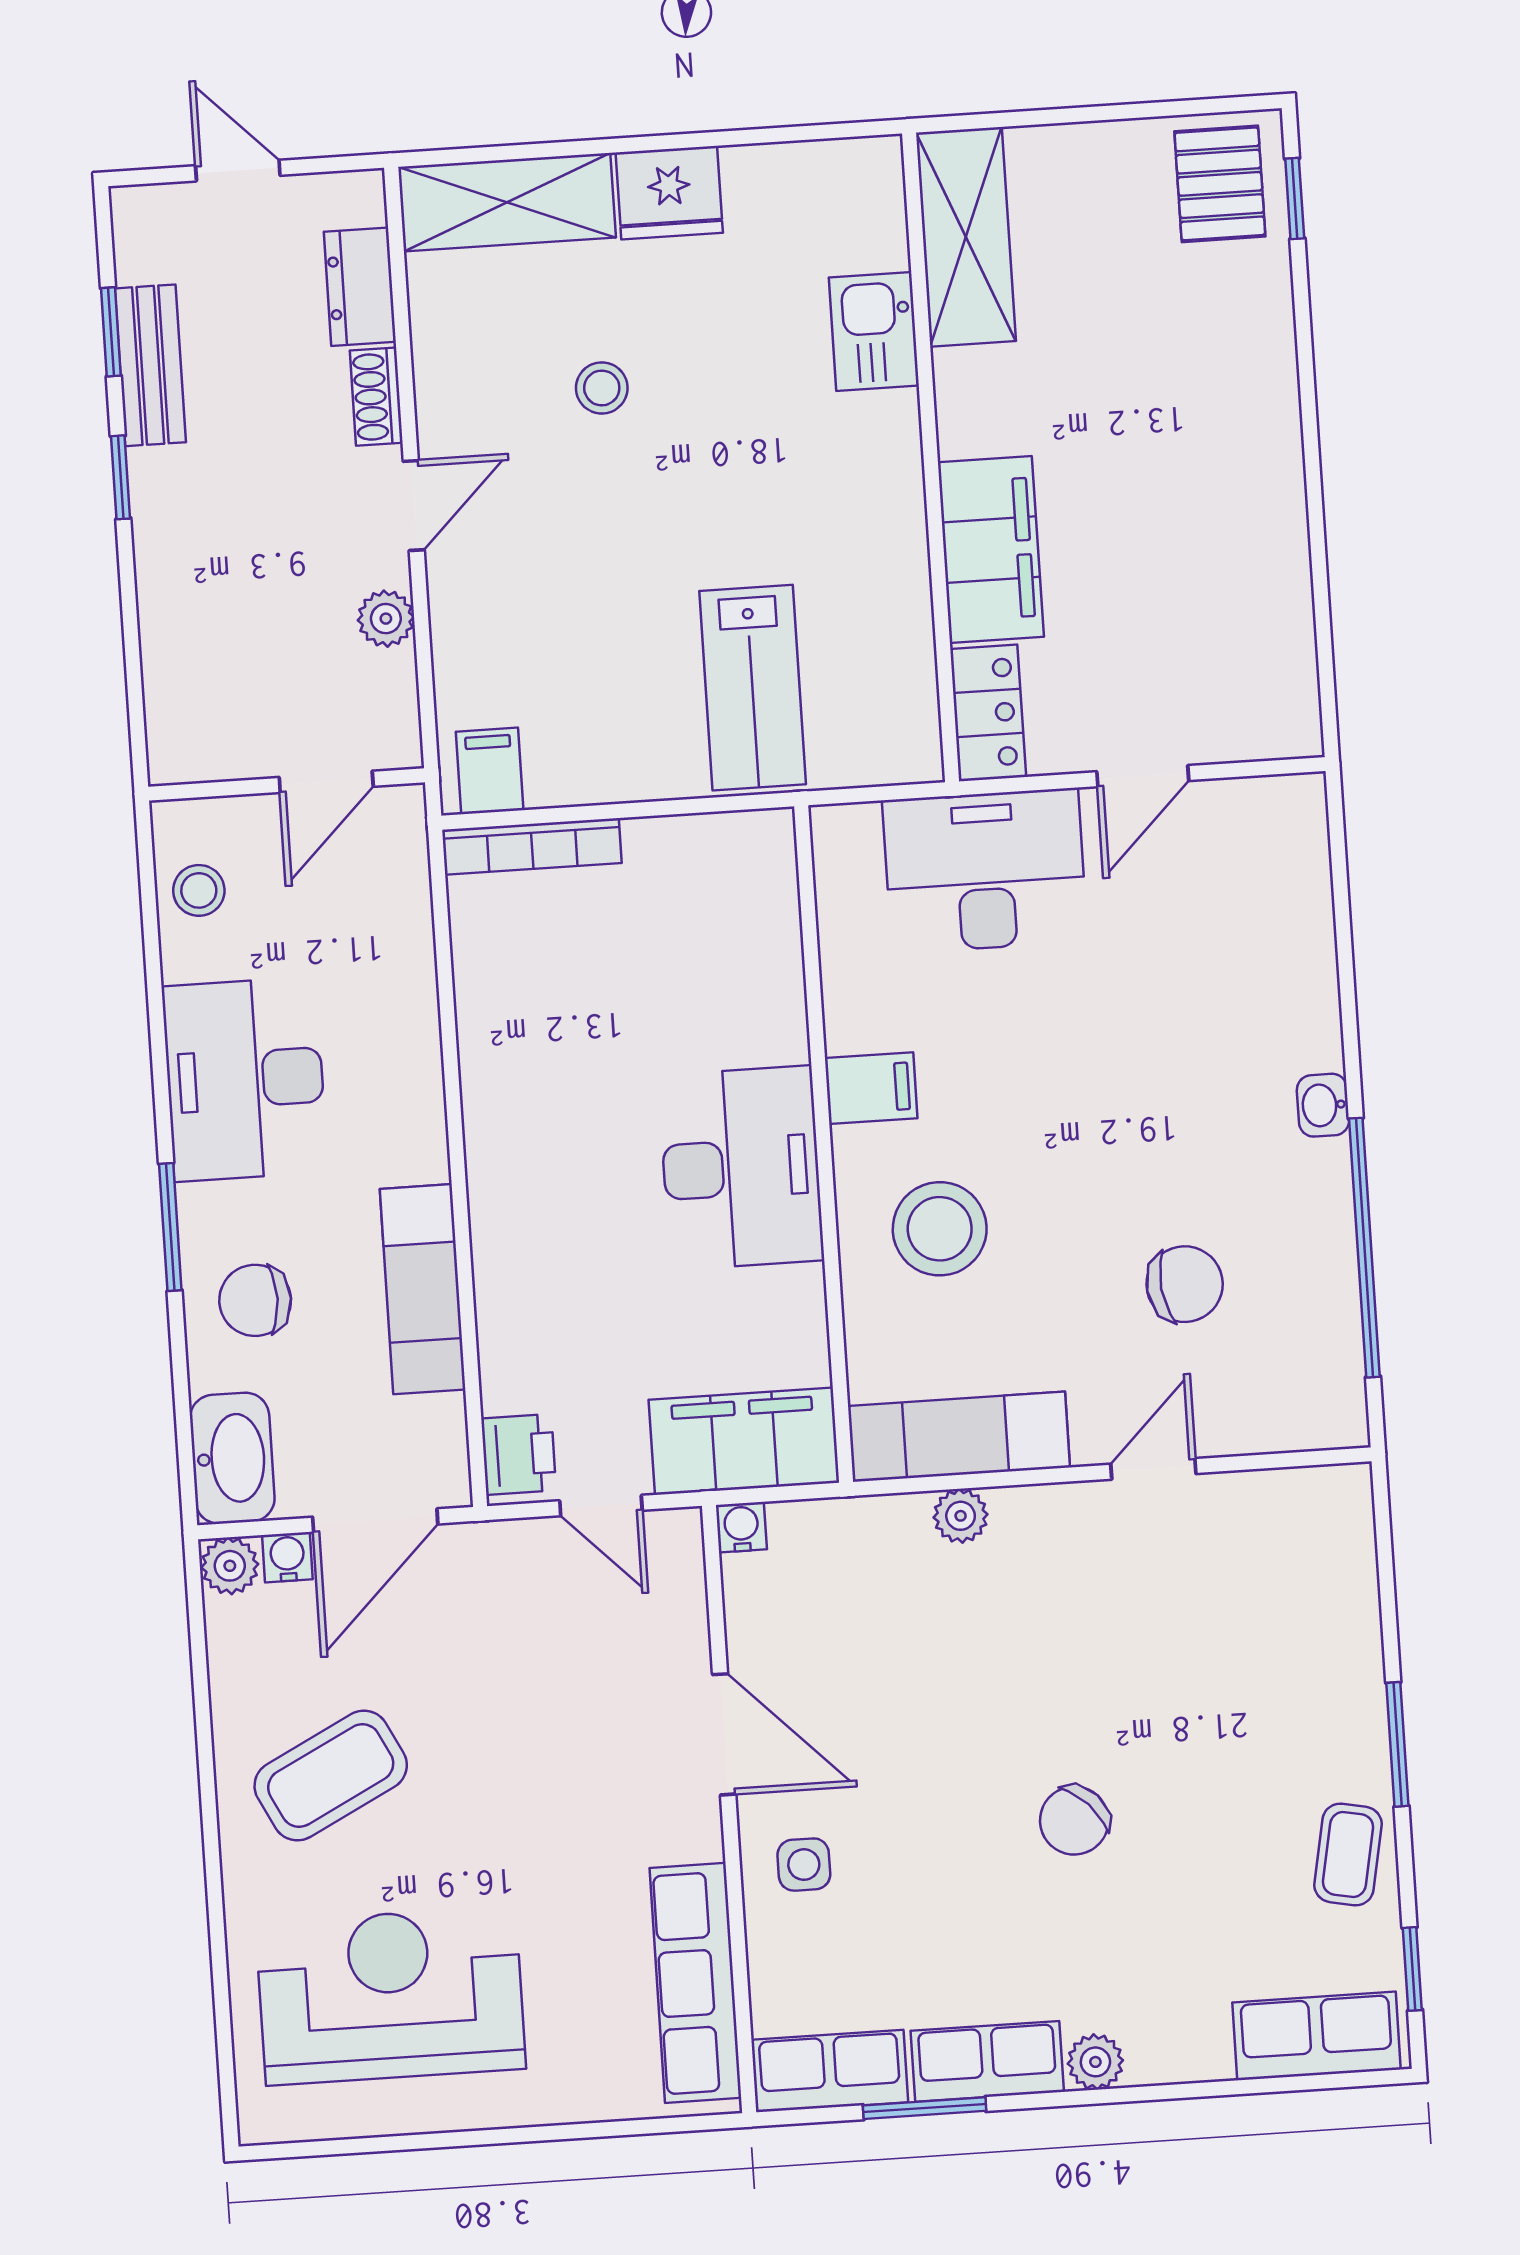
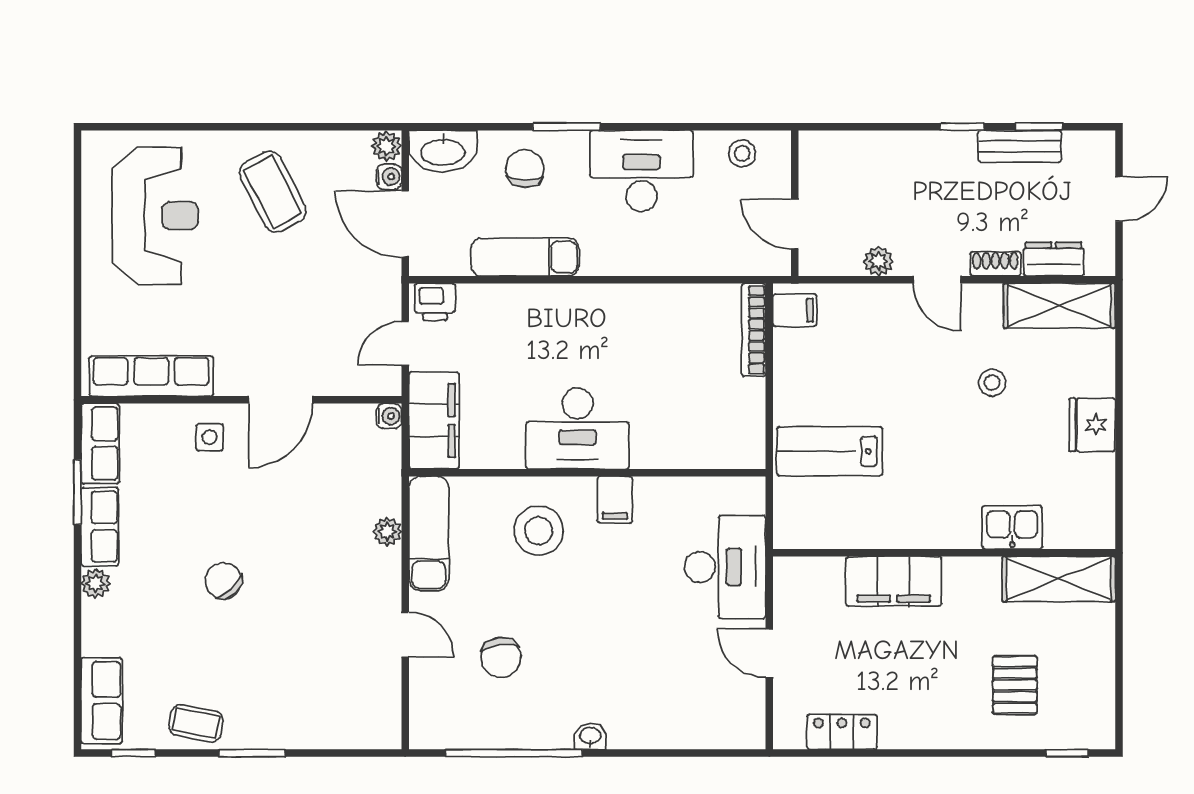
pallet: (1220, 184) -> (1015, 685), moved, turned 90
shelving: (507, 202) -> (1059, 306), moved, turned 90
locker: (988, 713) -> (842, 732), moved, turned 180

